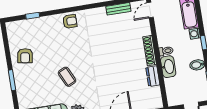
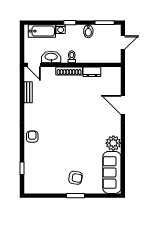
armchair: (25, 56) -> (76, 178), moved
washbasin: (168, 67) -> (51, 57), moved
coffee table: (67, 77) -> (80, 147), removed

